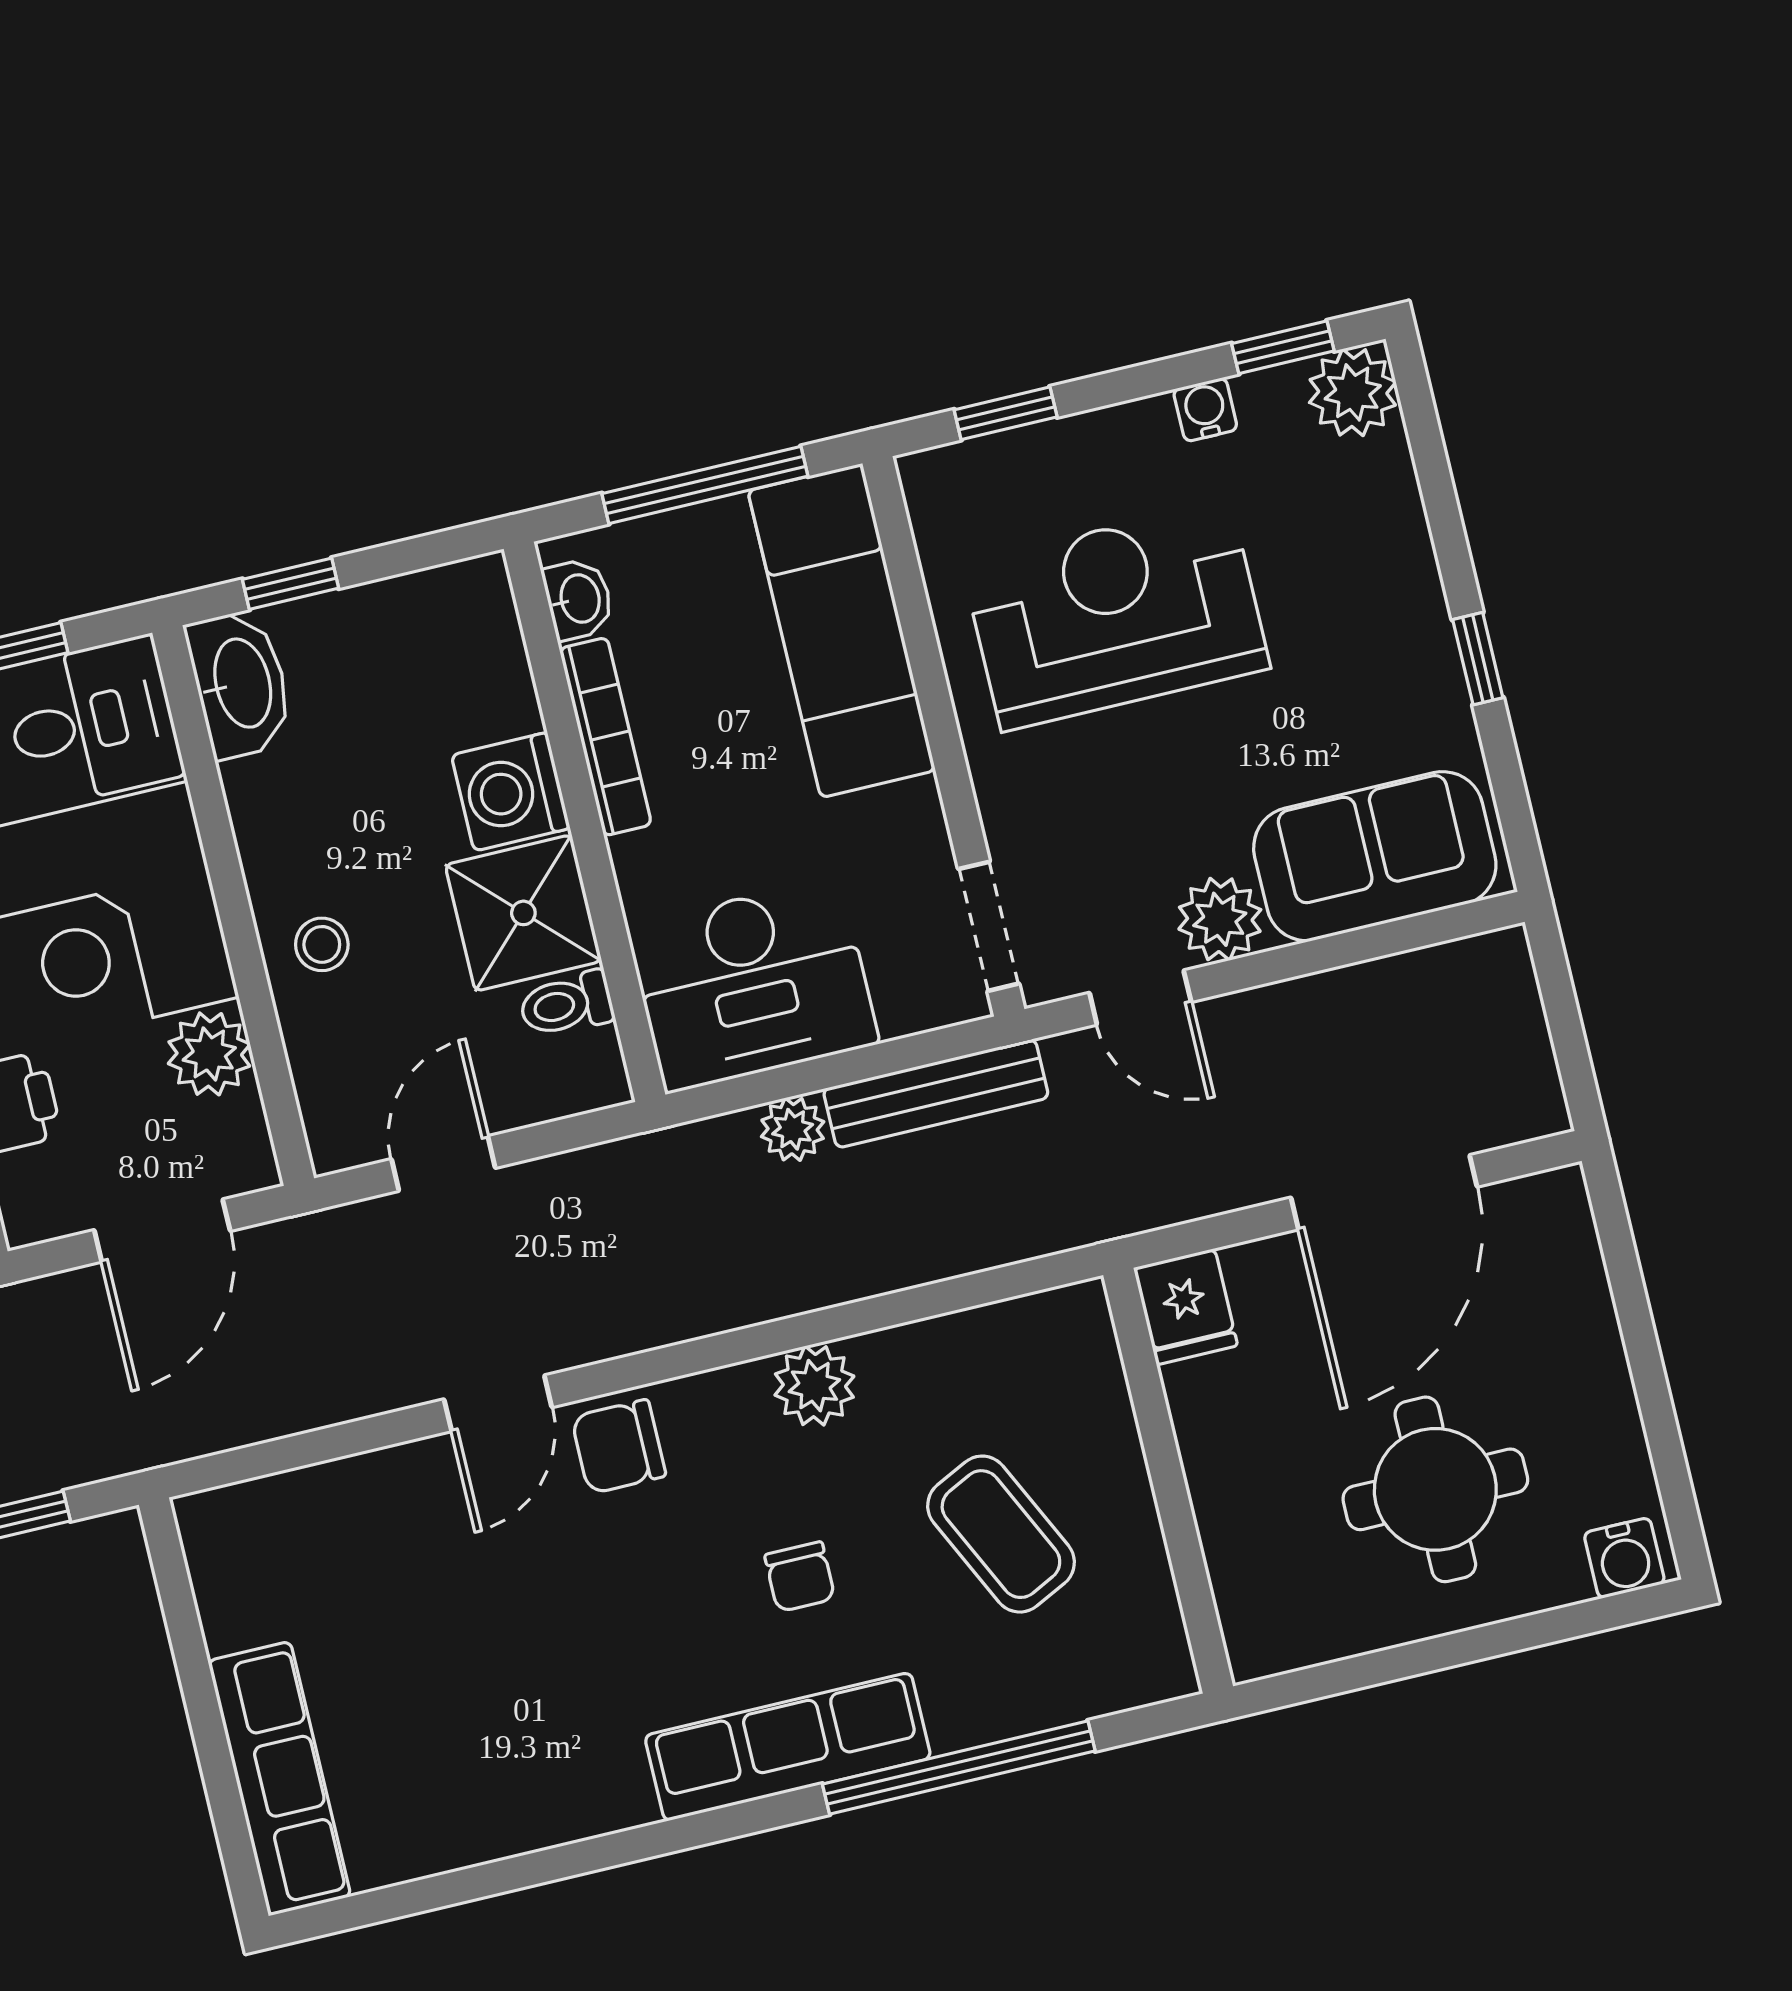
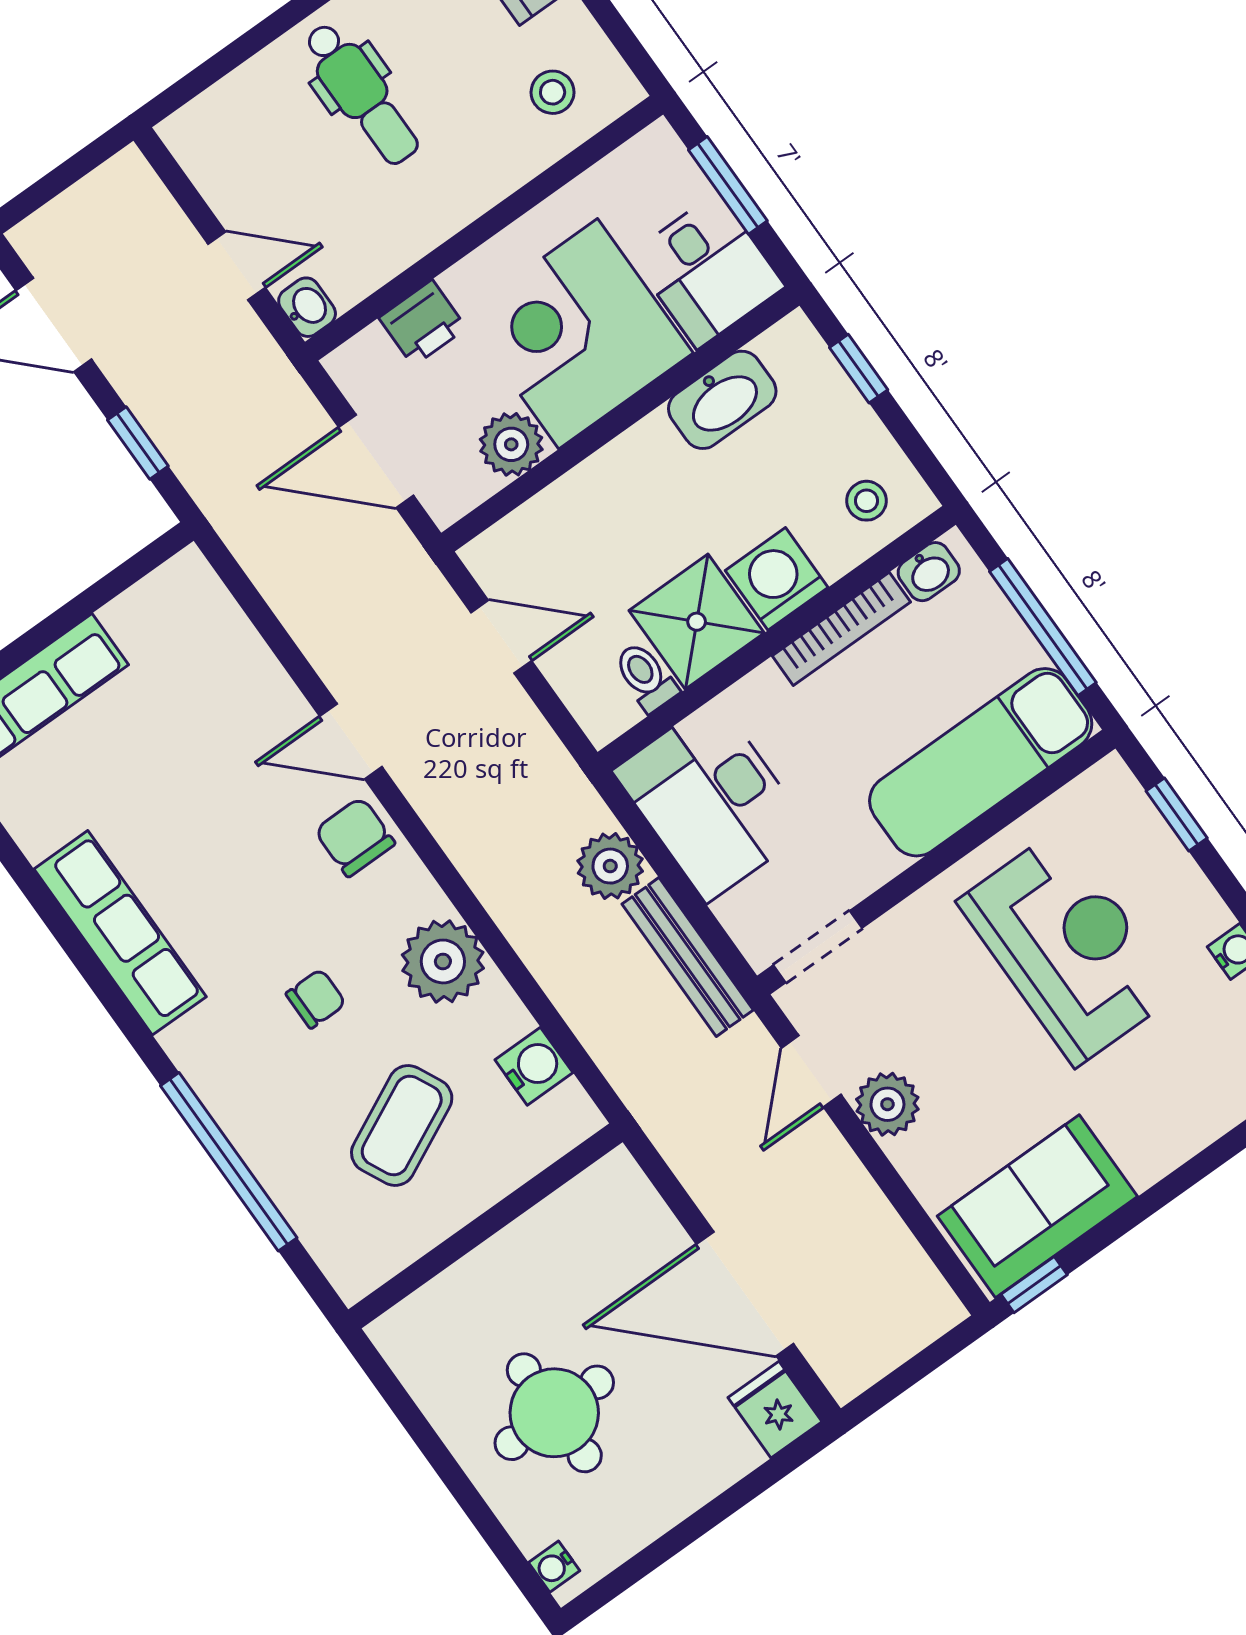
window: (1478, 659) -> (1034, 1285), moved
washbasin: (240, 684) -> (722, 400), moved
sofa: (1375, 856) -> (1037, 1206), moved, turned -90
stool: (322, 944) -> (866, 501), moved
plant: (793, 1129) -> (610, 866), width x1.38, depth x1.38
fridge: (1186, 1307) -> (775, 1410), moved, turned 90
water cooler: (994, 1340) -> (534, 1066), added
plant: (814, 1386) -> (443, 961), width x1.36, depth x1.36
water cooler: (1624, 1558) -> (554, 1567), width x0.72, depth x0.72
chair: (800, 1577) -> (316, 999), turned 180
row of seats: (788, 1747) -> (120, 933), moved

